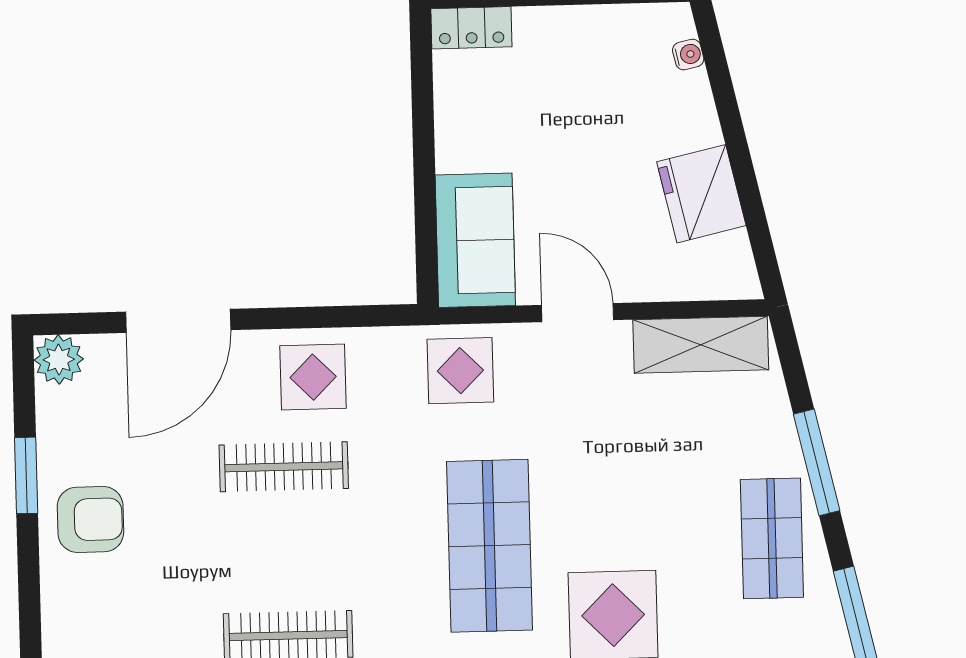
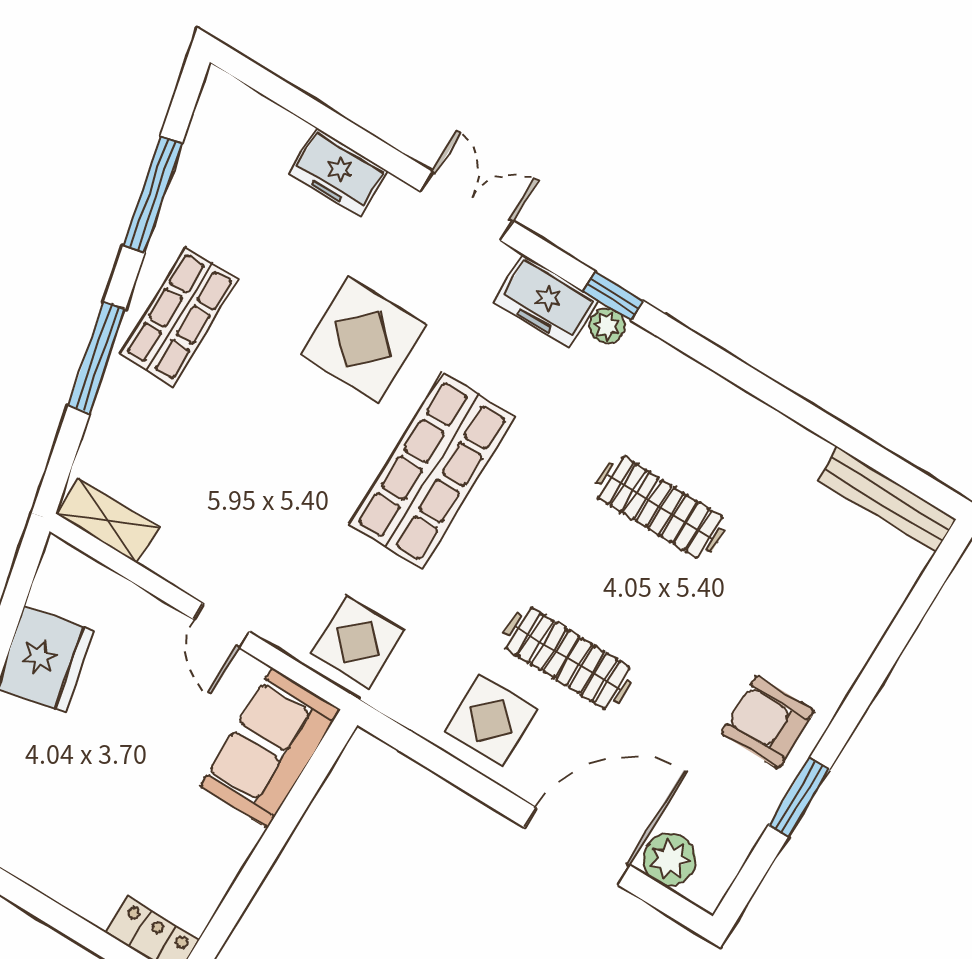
door: (578, 313) -> (221, 626), width x0.73
shelving: (701, 345) -> (108, 521), width x0.67, depth x0.75
plant: (59, 360) -> (670, 859), moved

